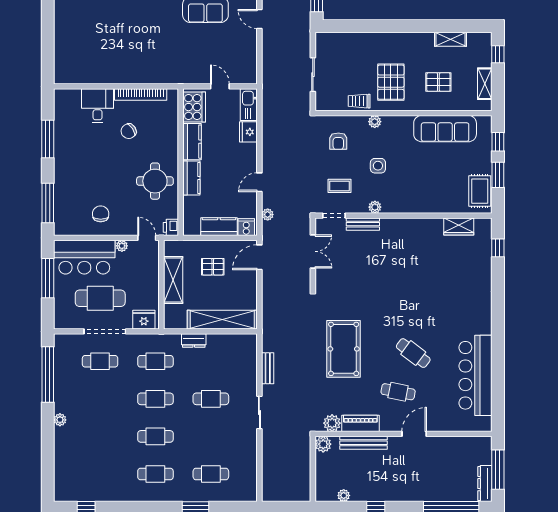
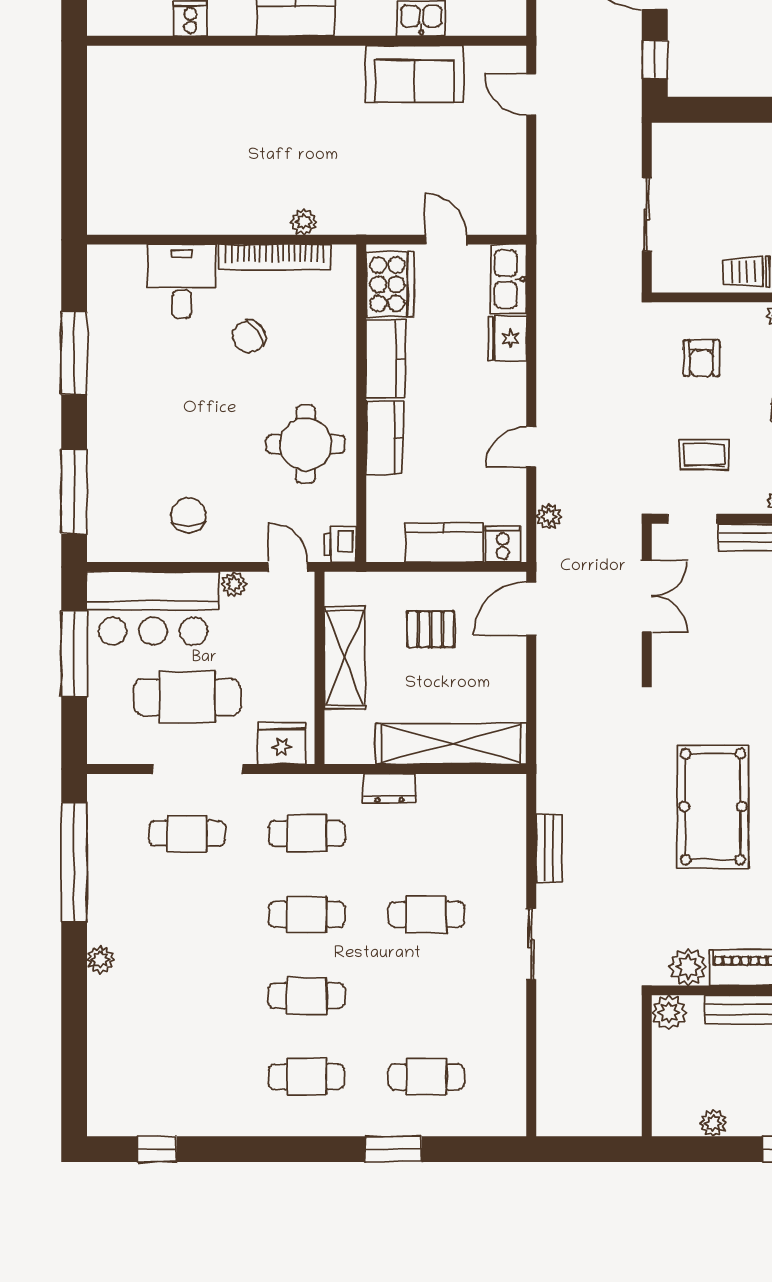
plant: (154, 78) -> (304, 222), added

